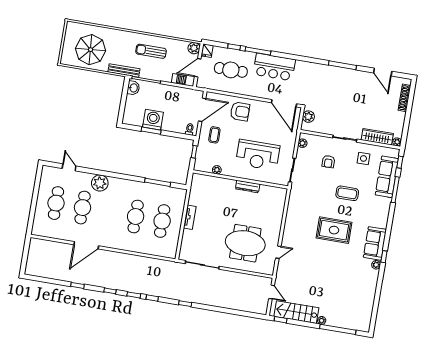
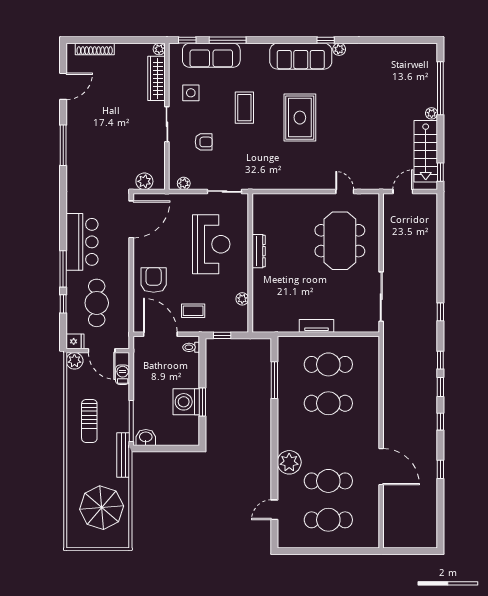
sofa: (375, 243) -> (301, 56), width x1.36

